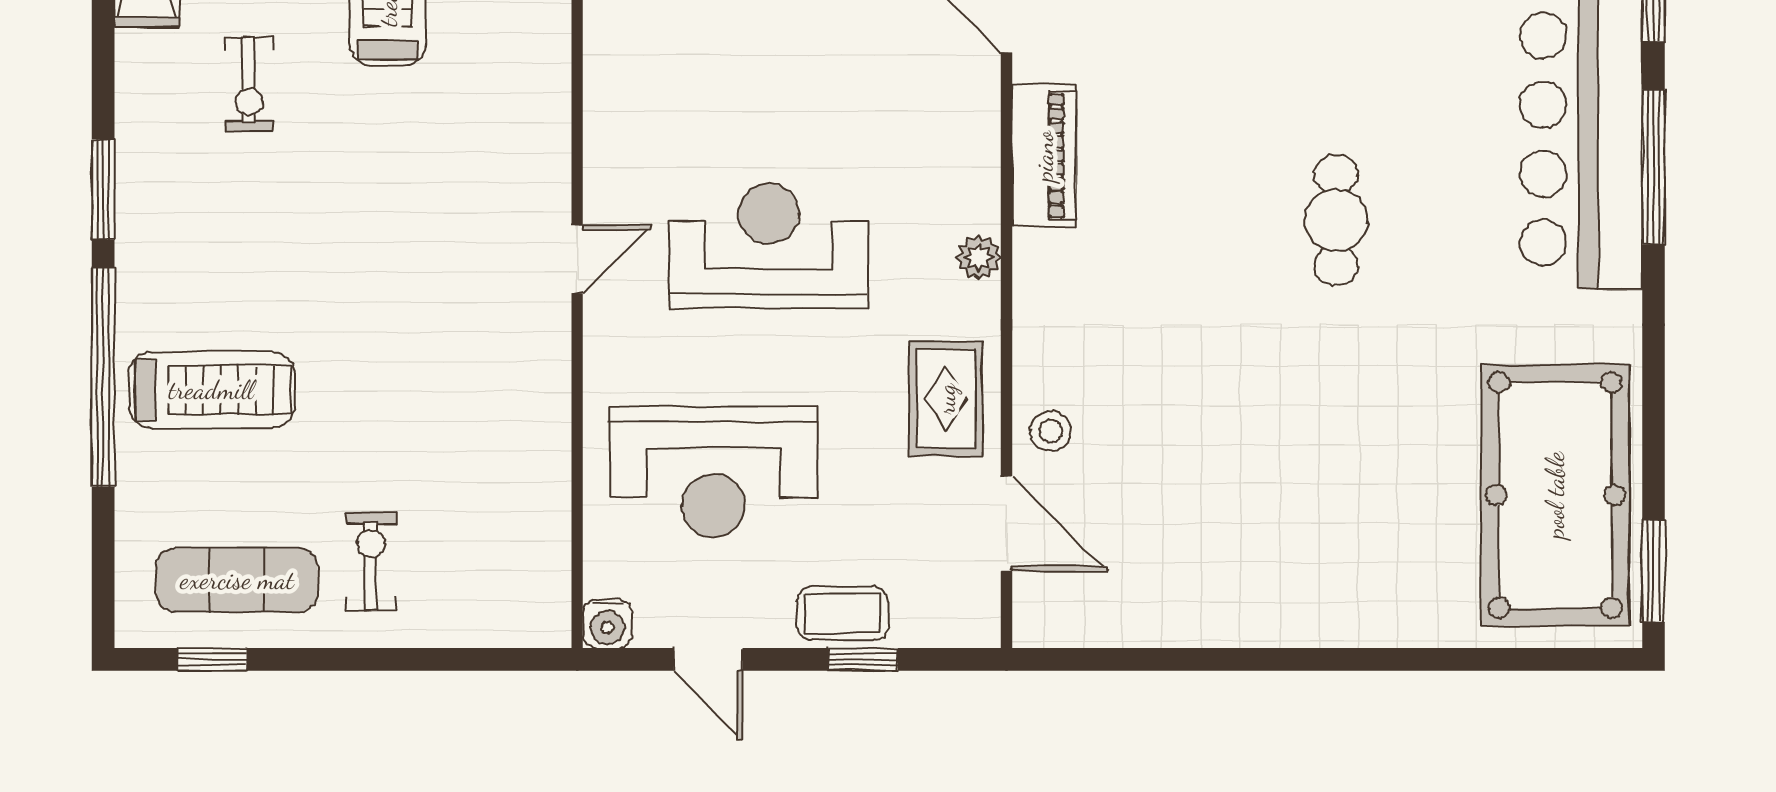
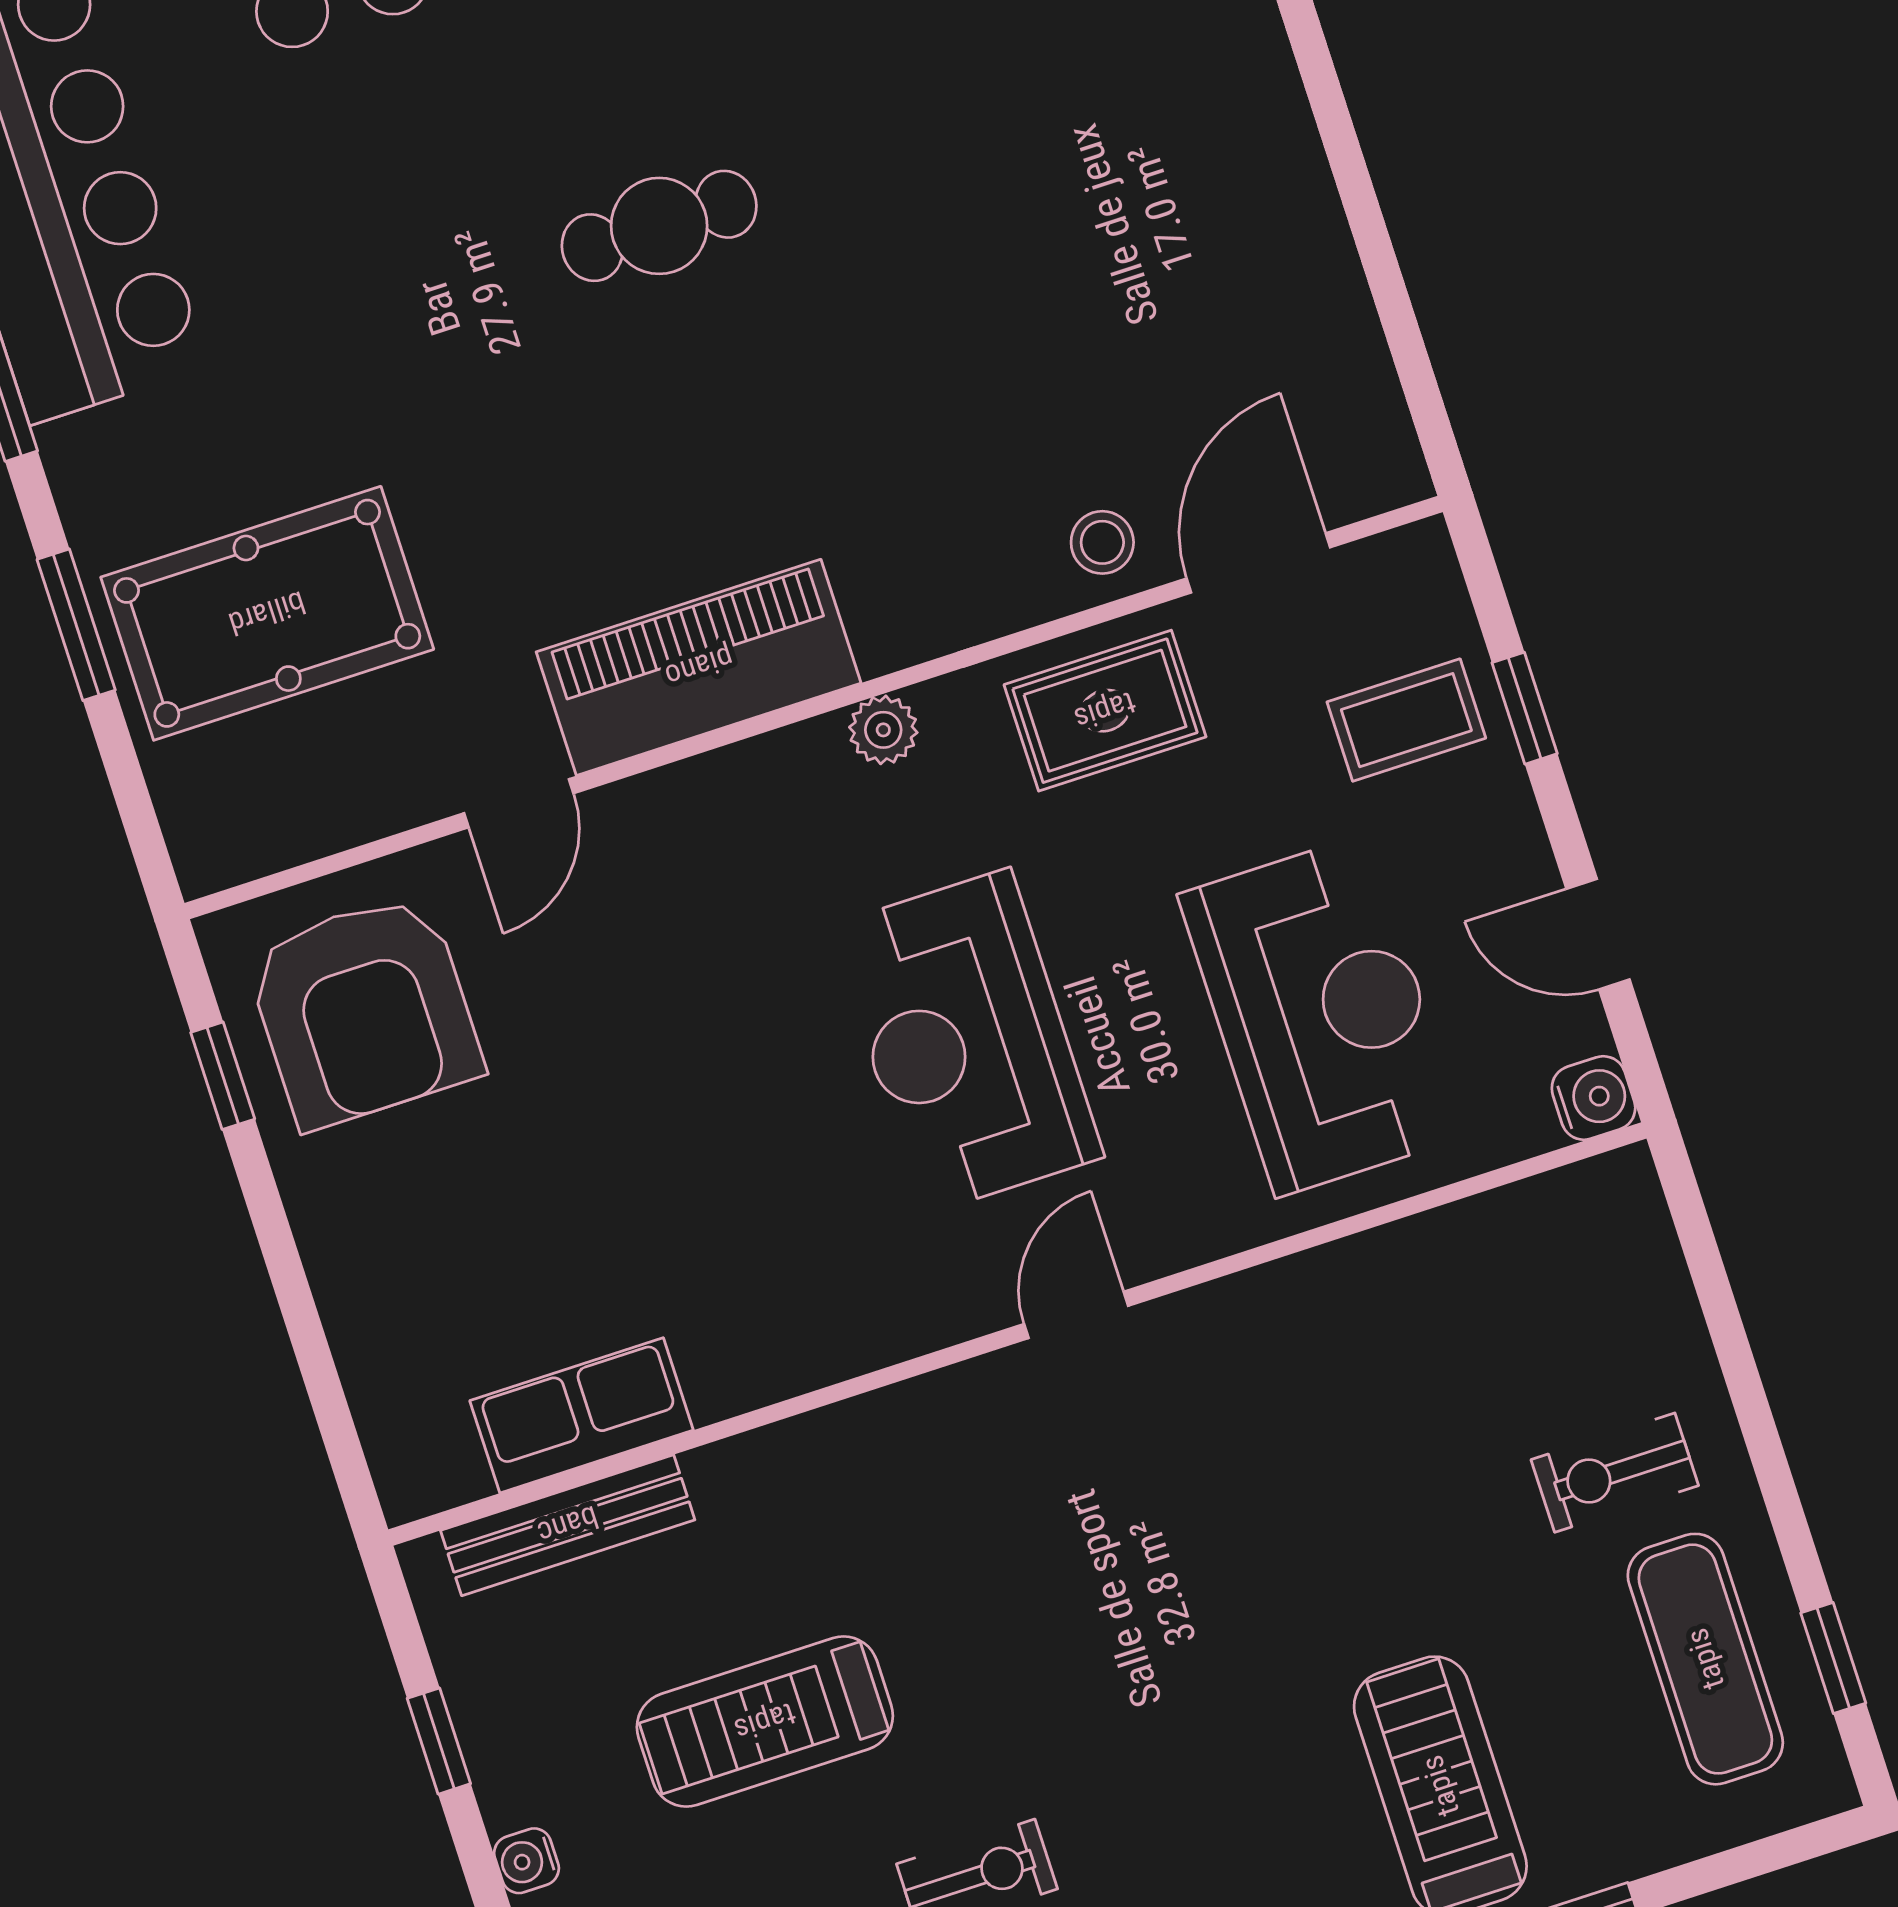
piano: (1044, 156) -> (699, 667), width x1.37, depth x1.33
door: (577, 259) -> (1076, 1315), hinge flipped
coffee table: (843, 613) -> (1406, 720), moved, turned 90
door: (708, 659) -> (1598, 934), swing flipped

